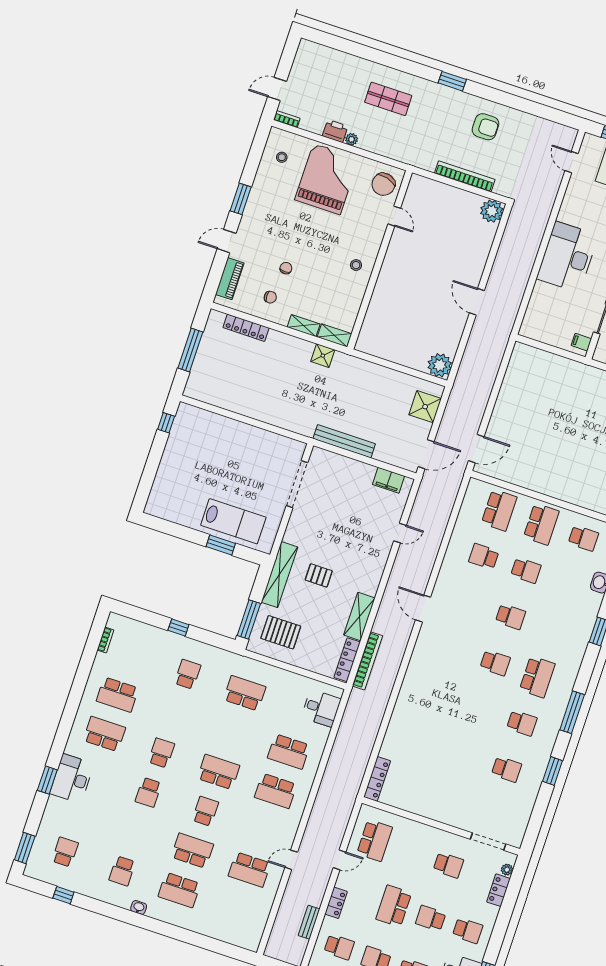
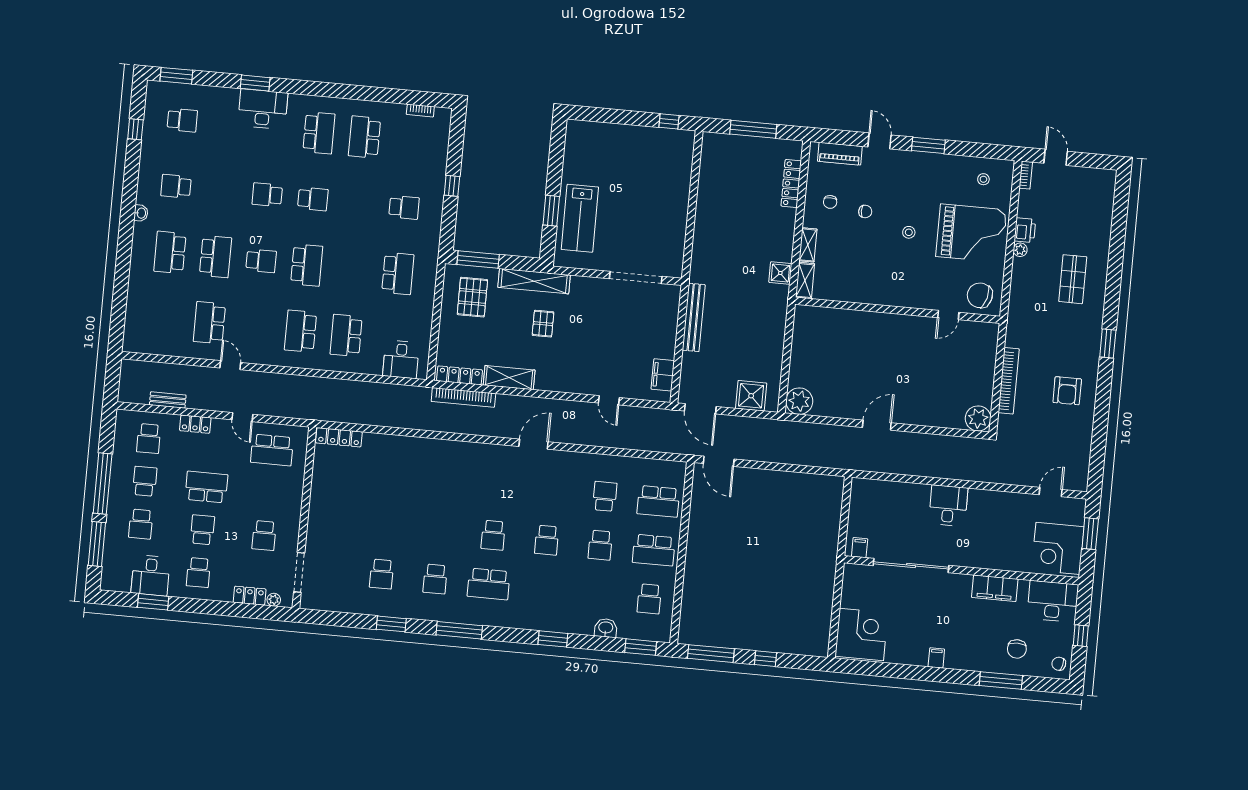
desk: (567, 257) -> (948, 506), width x0.53, depth x0.77
stool: (356, 265) -> (909, 232), moved

